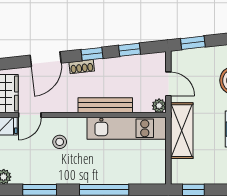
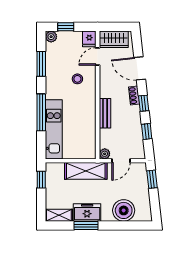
bench: (105, 105) -> (105, 113), width x0.73
door: (30, 115) -> (98, 56), hinge flipped
kitchen unit: (127, 128) -> (54, 129), moved, turned 180

